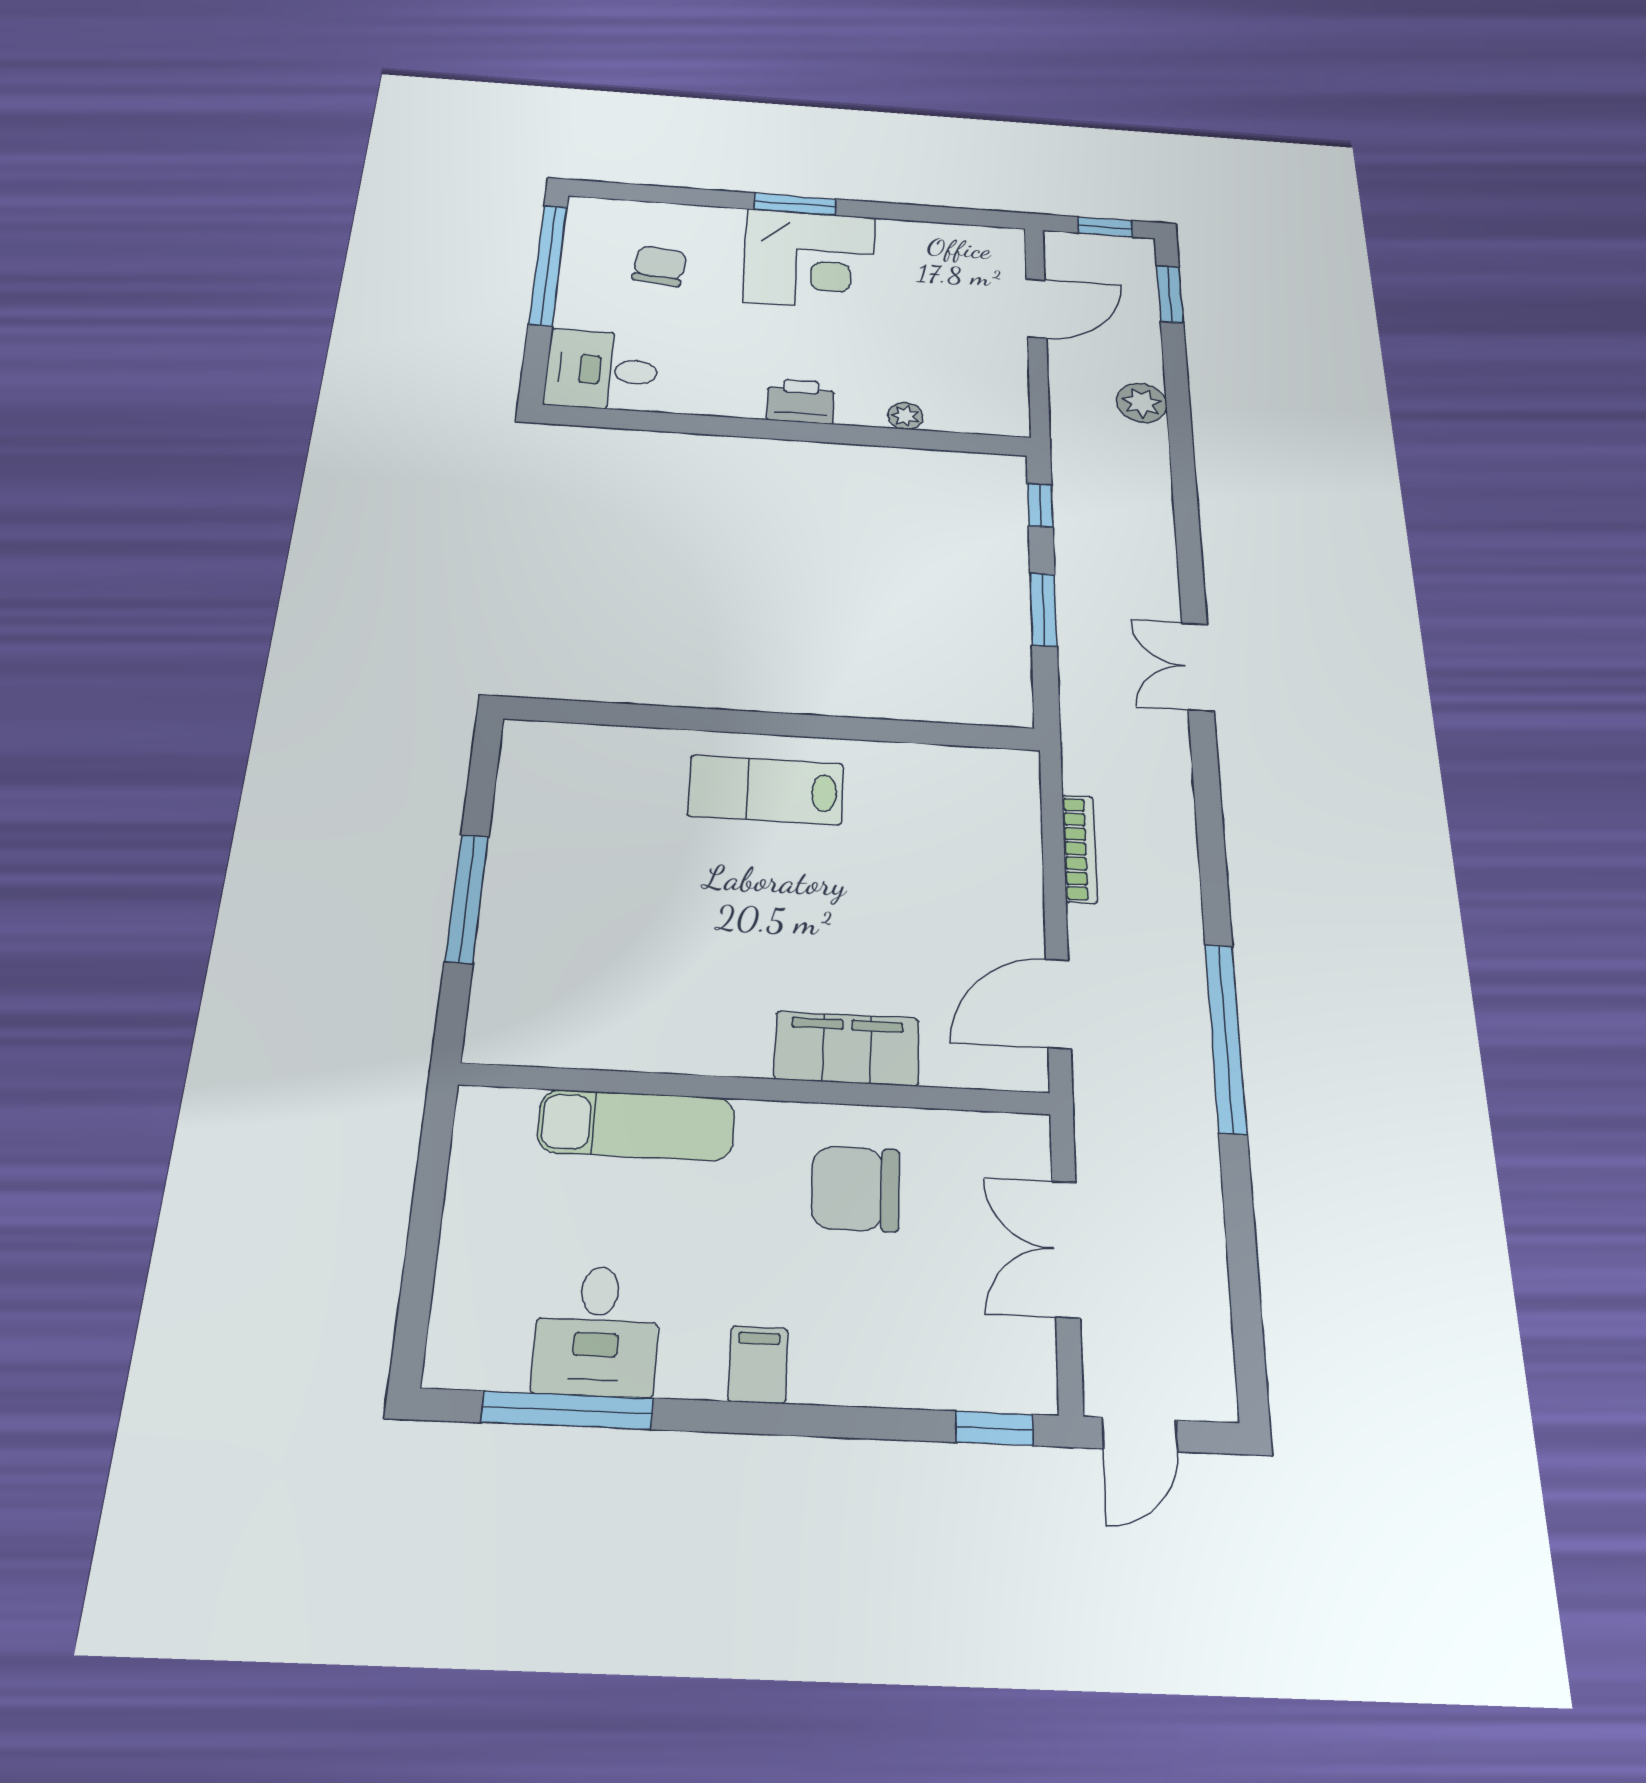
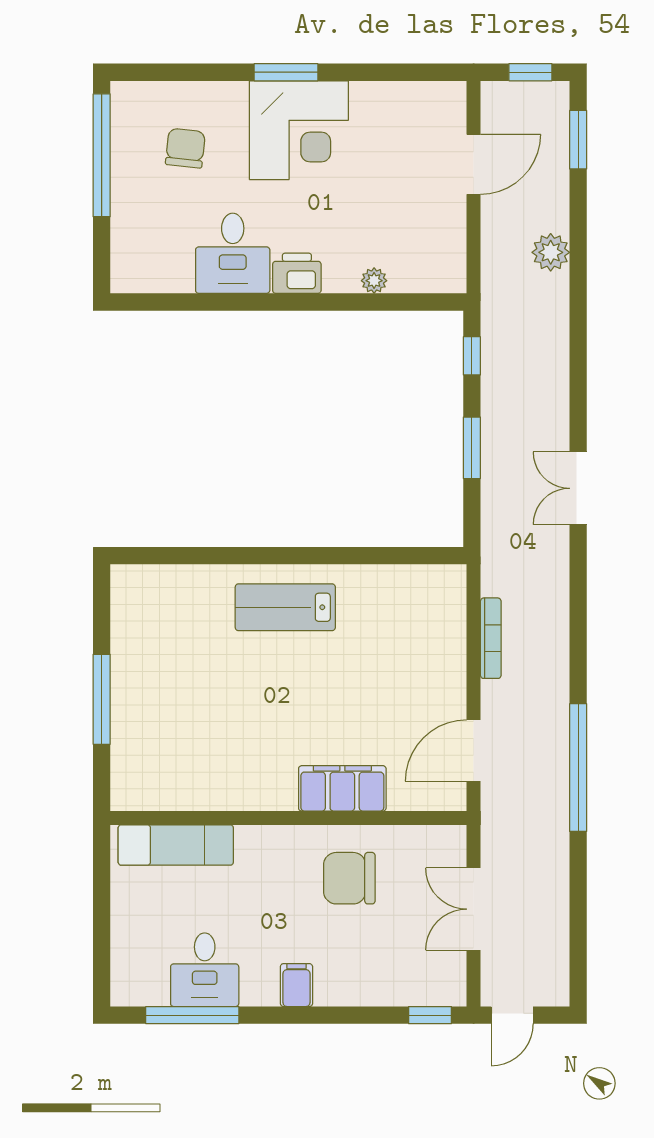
desk: (602, 370) -> (233, 253), moved, turned -90
exam couch: (636, 1125) -> (176, 845), moved

